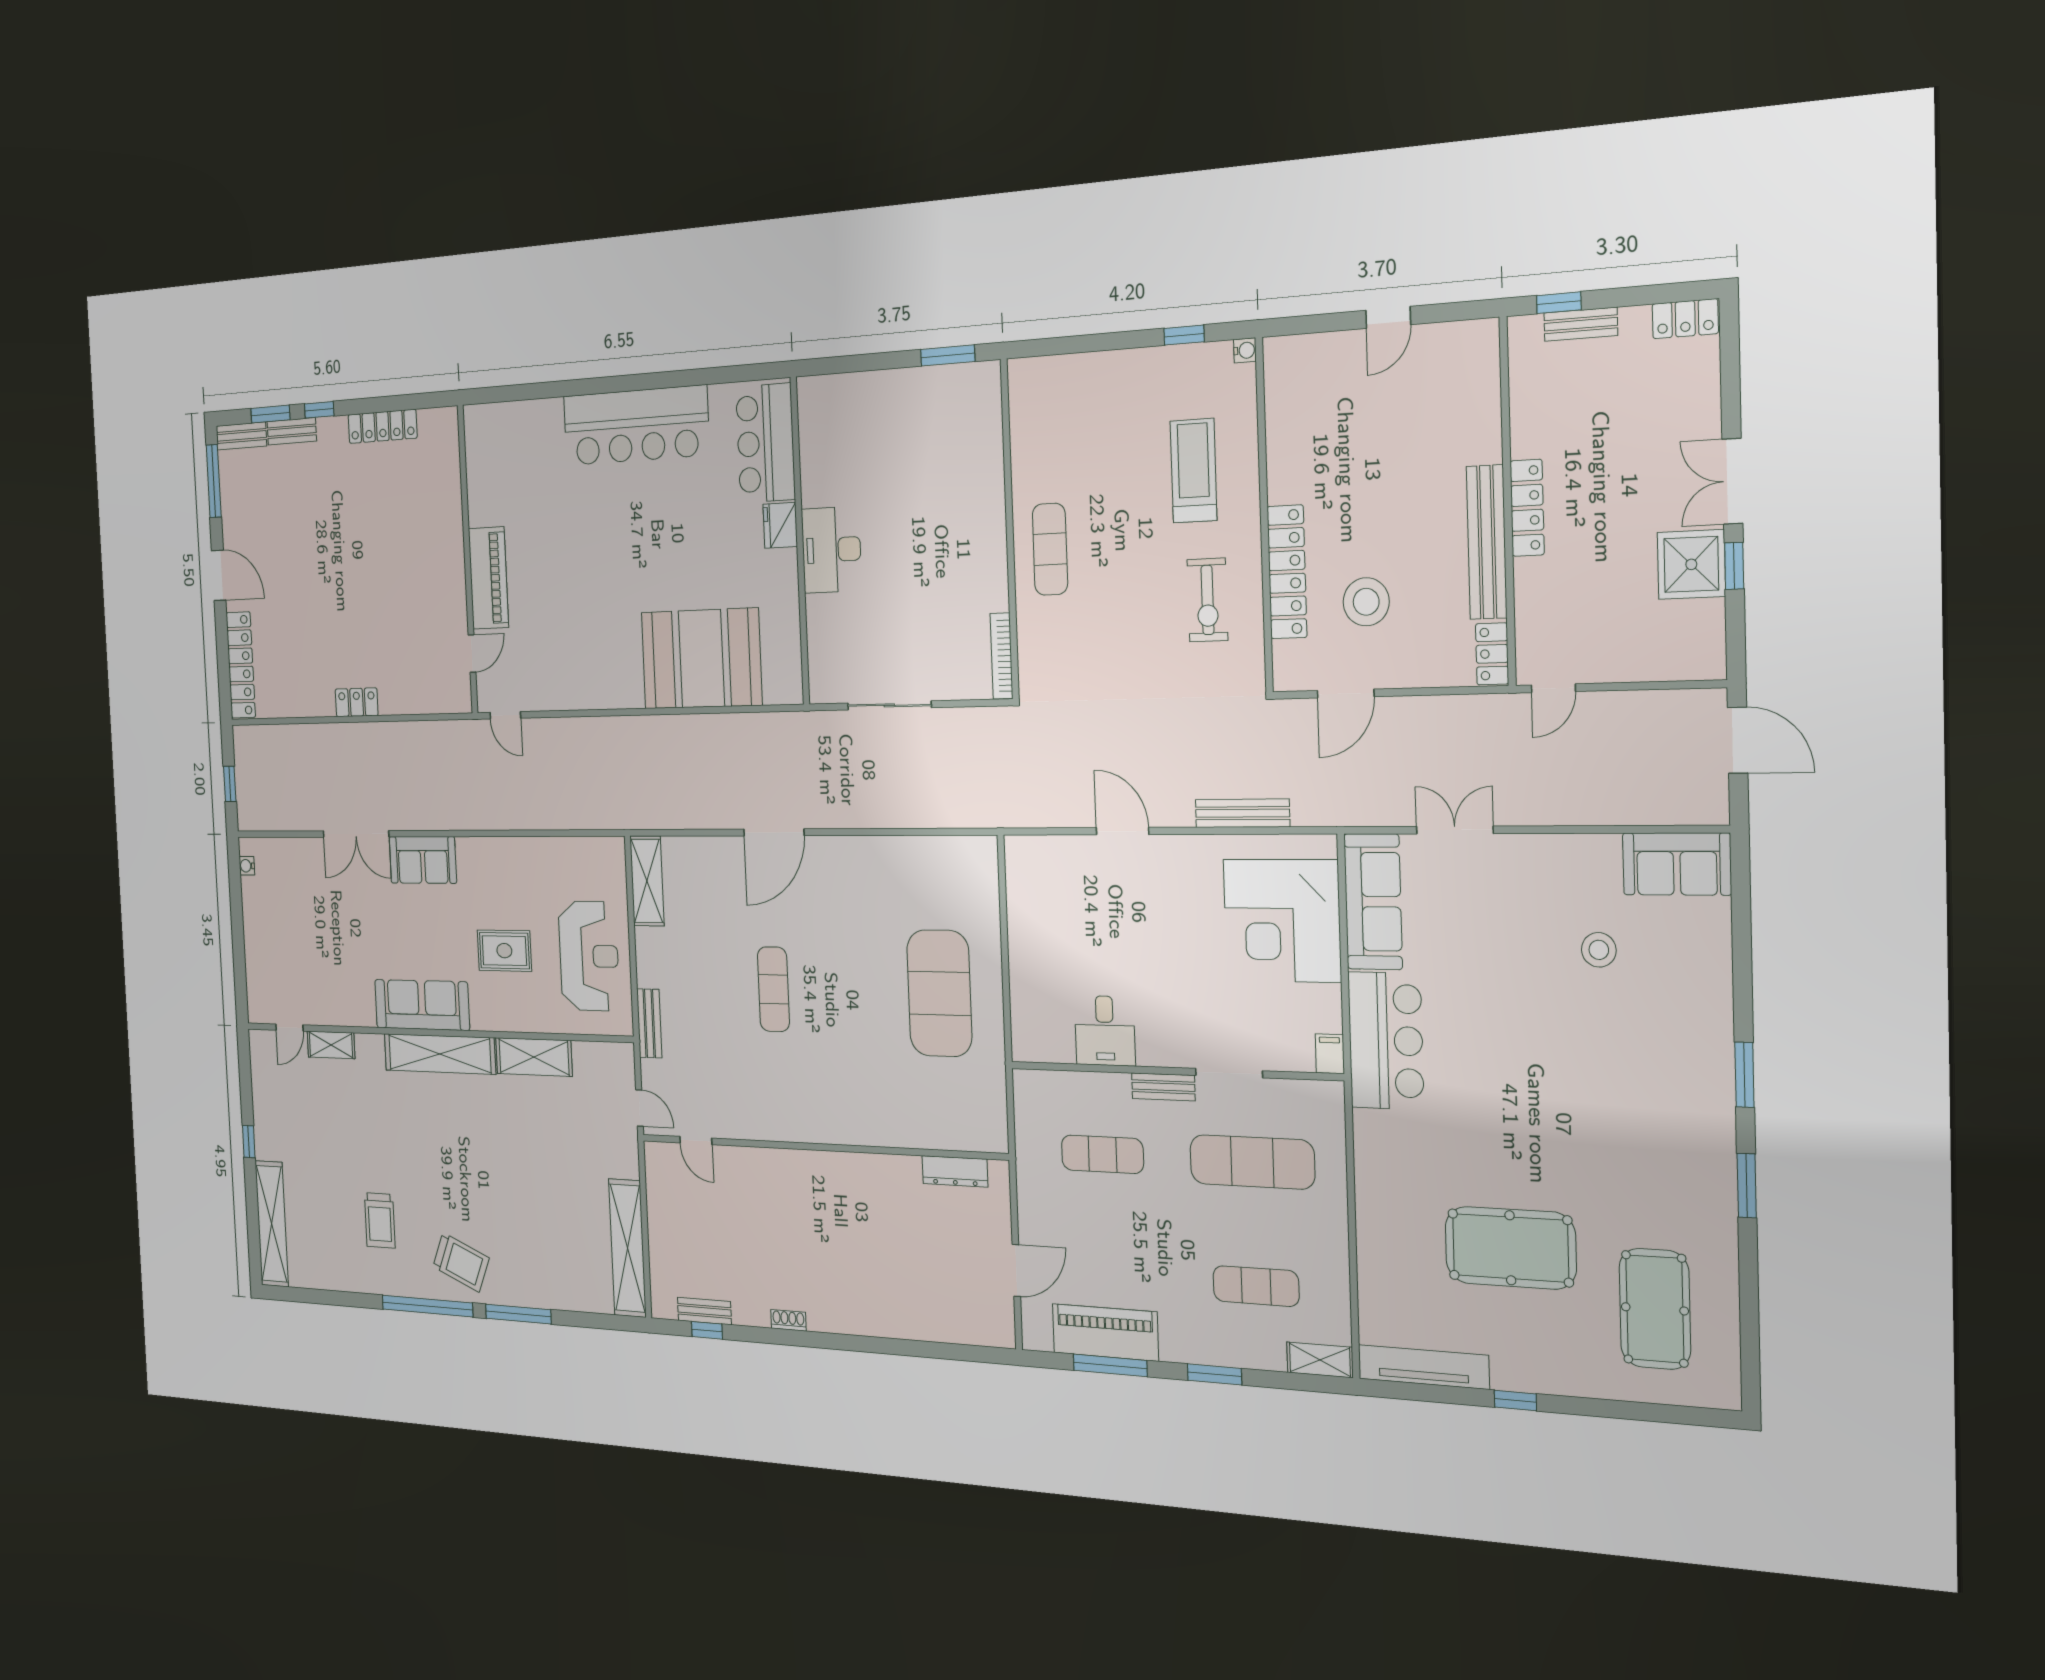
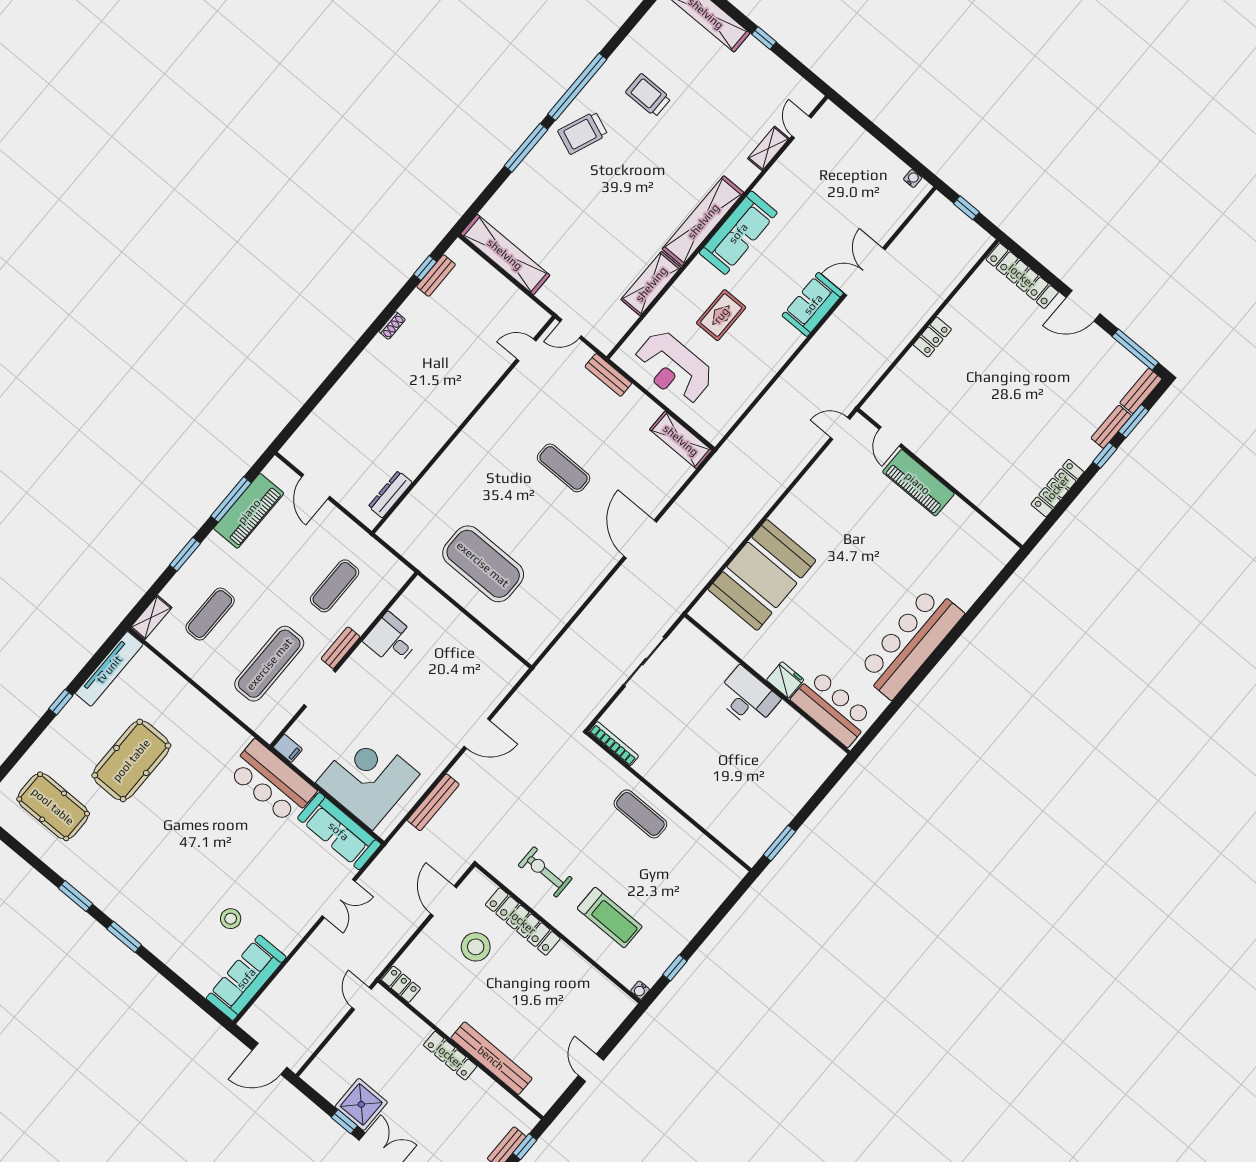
bench: (1487, 542) -> (491, 1058), moved
sofa: (1677, 864) -> (246, 978), width x1.36

